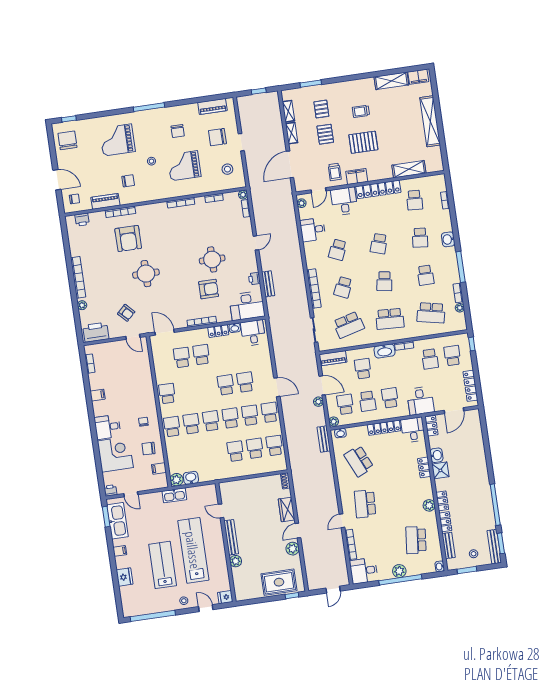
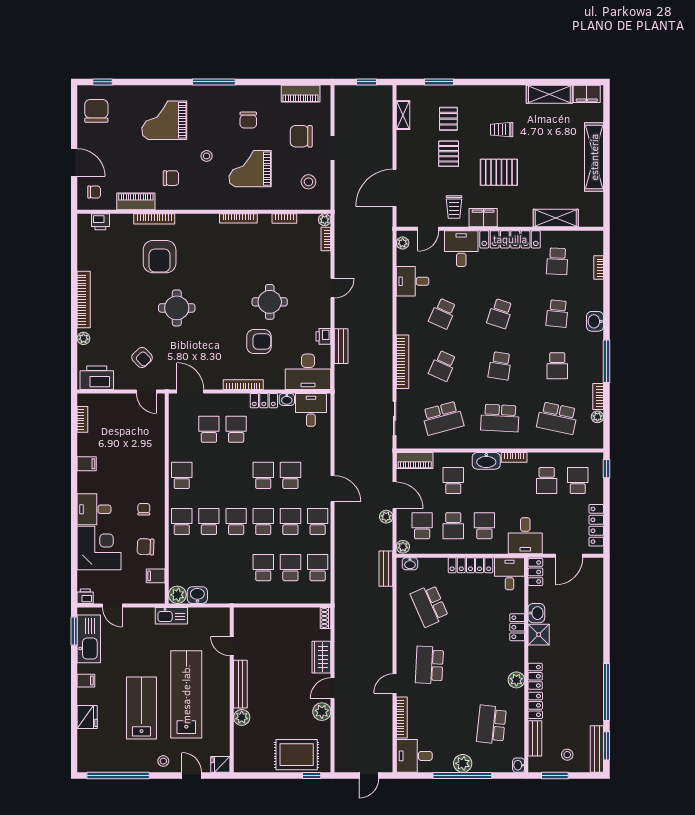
shelving: (292, 133) -> (403, 145), removed

